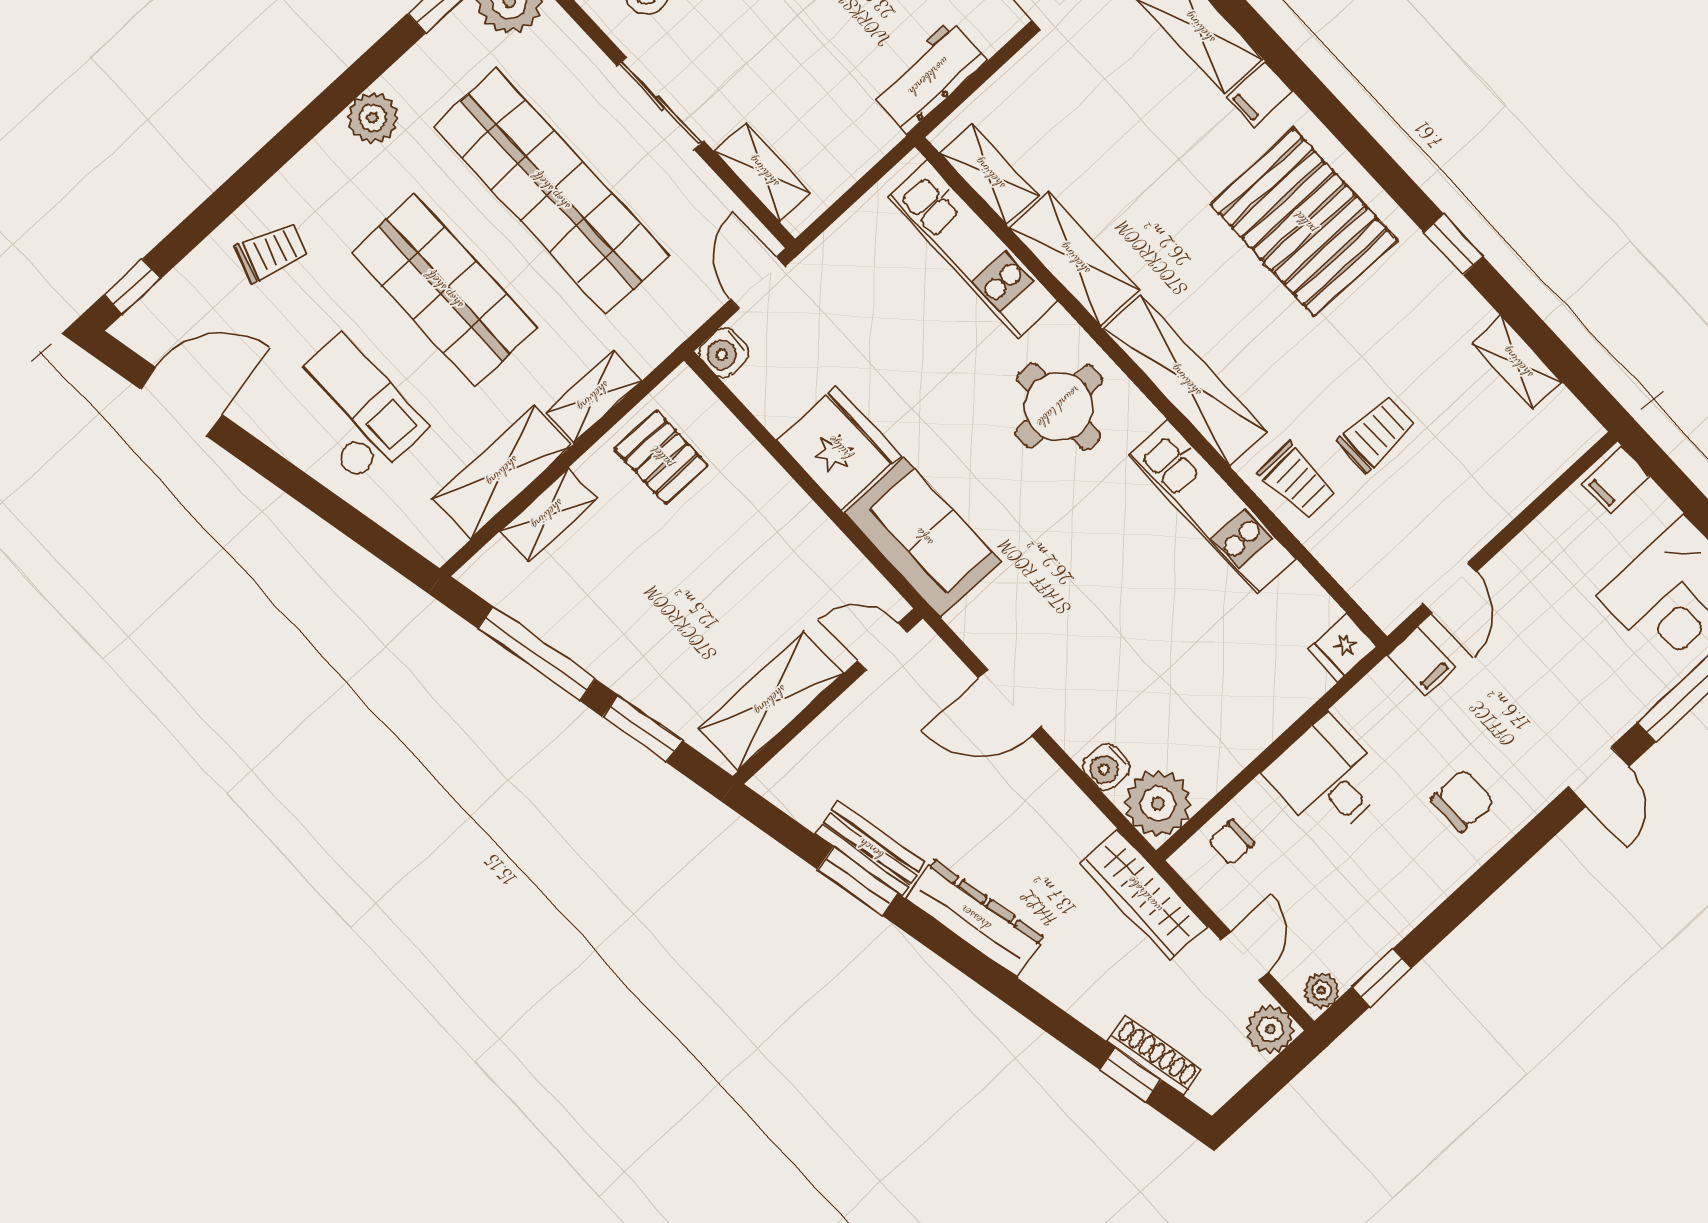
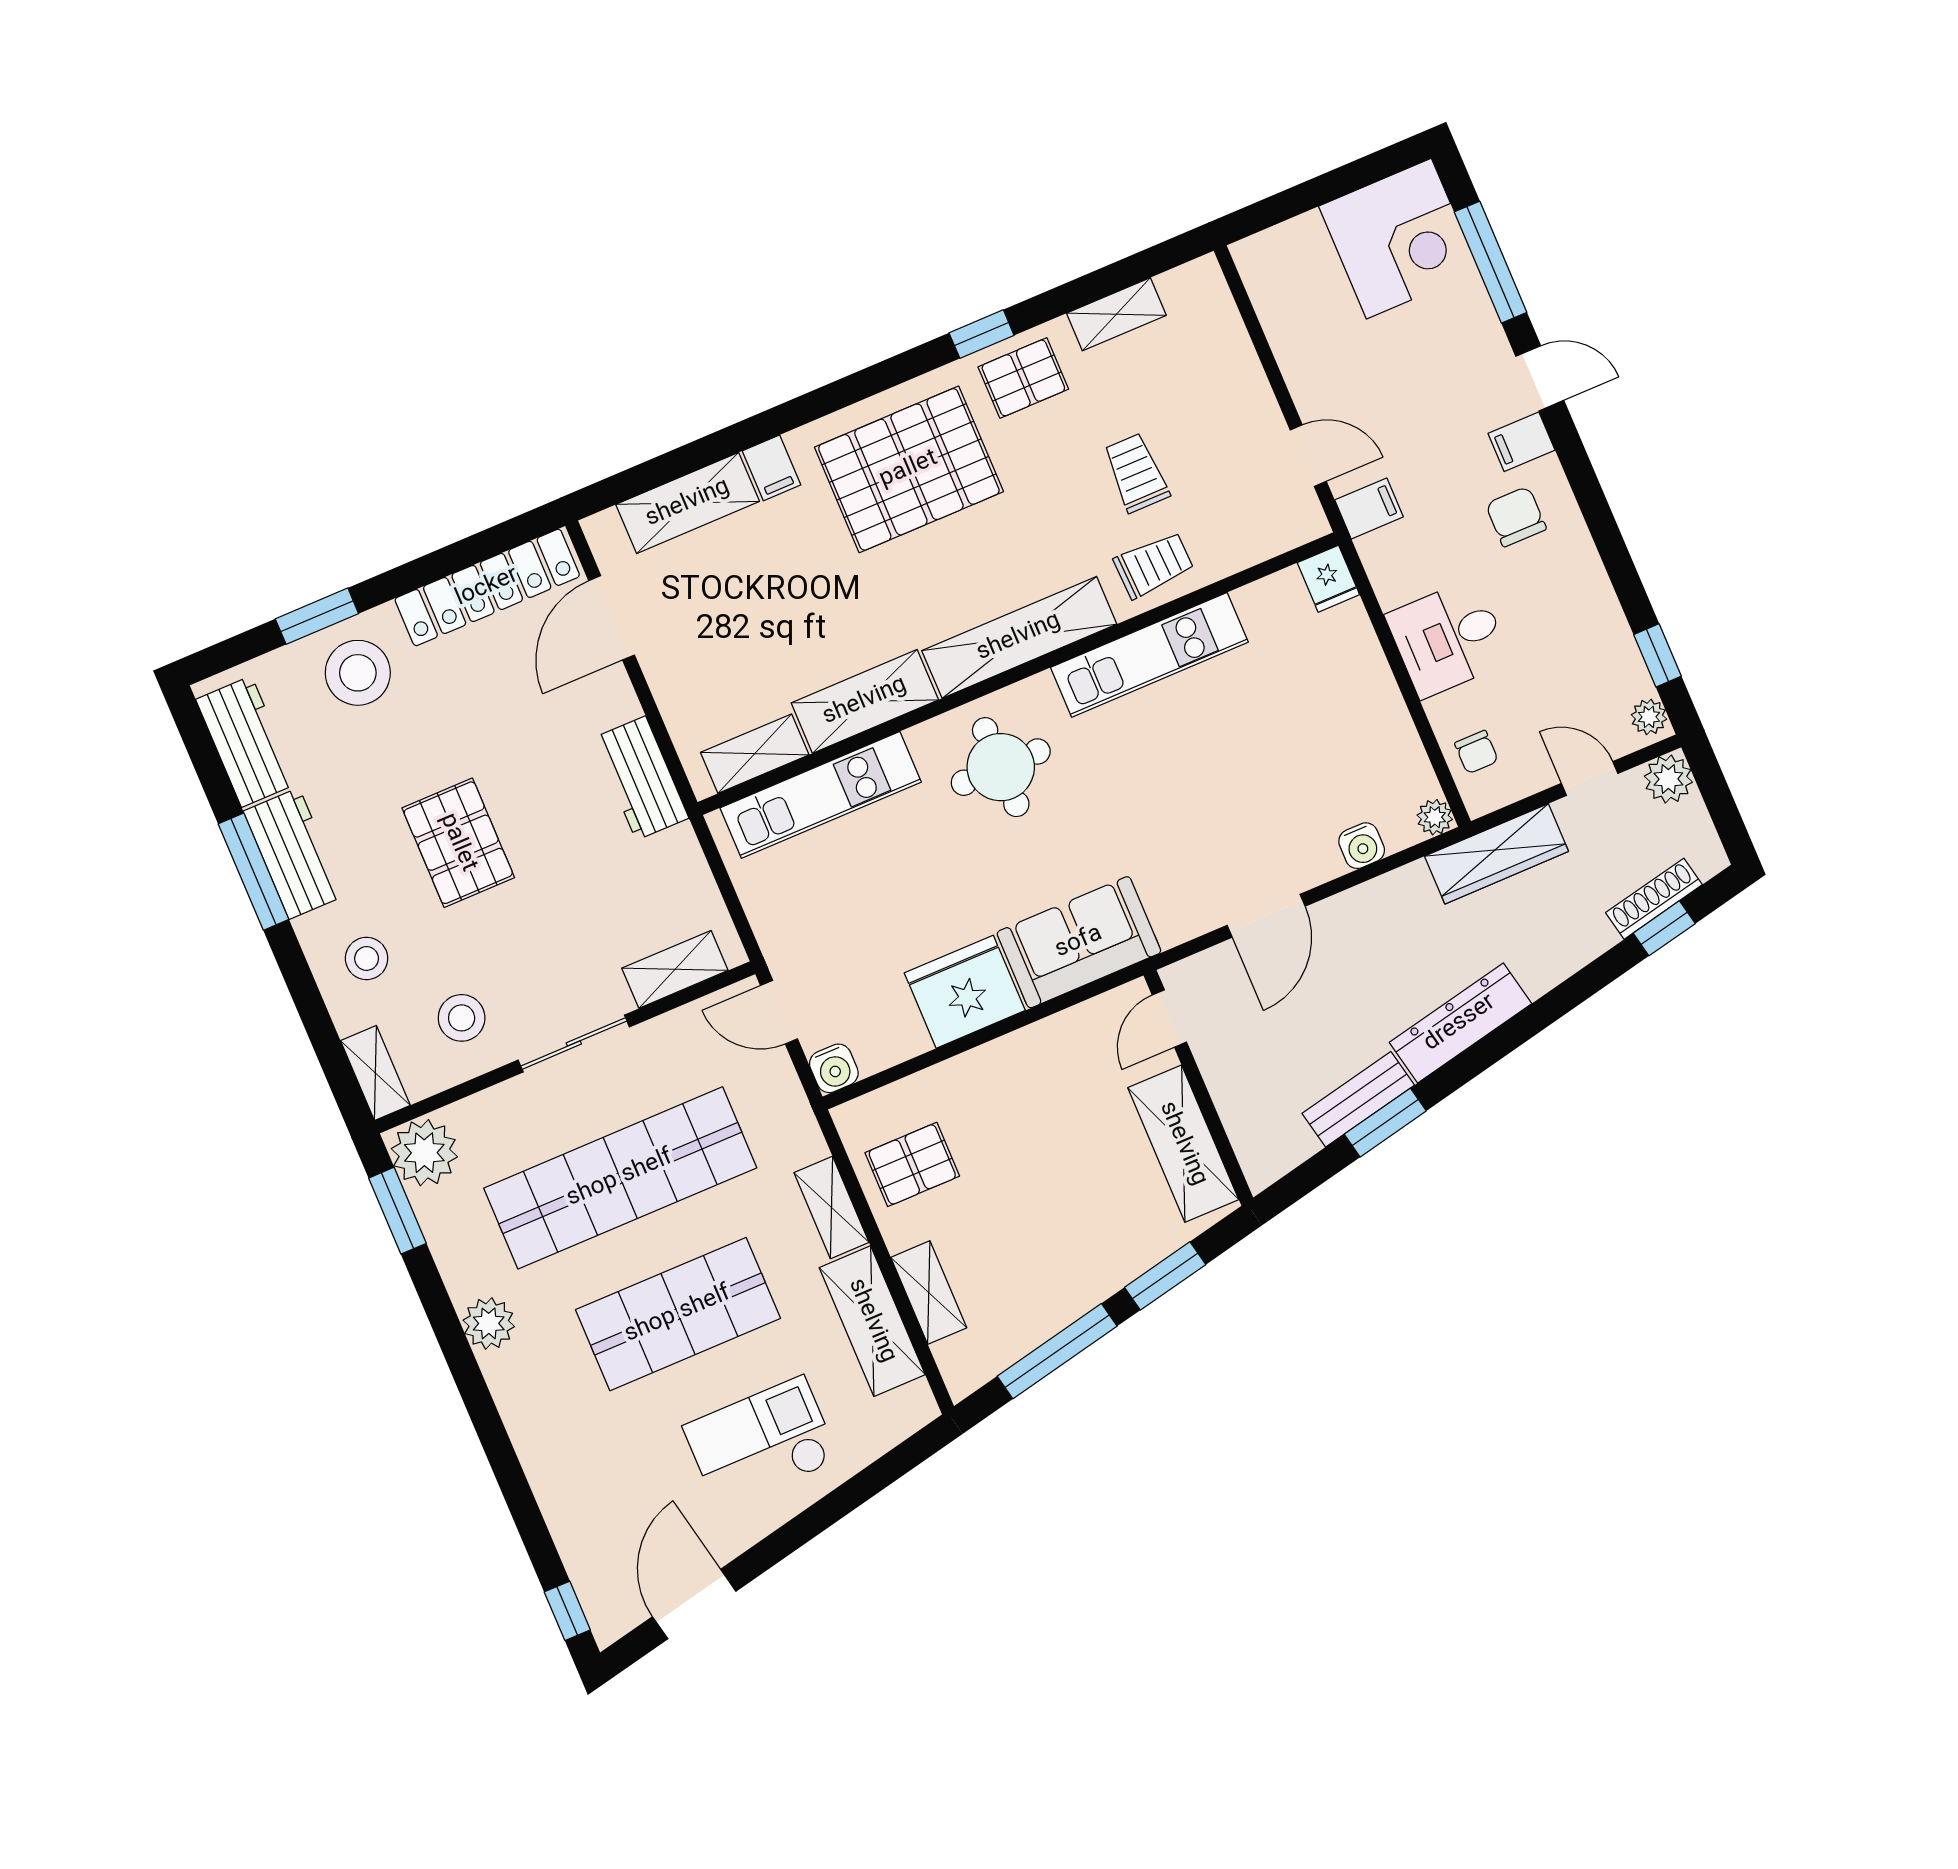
trolley: (271, 252) -> (582, 1466), removed
pallet: (1427, 298) -> (1023, 378), added
filing cabinet: (1616, 480) -> (1522, 442), moved, turned 90
plant: (1158, 804) -> (1435, 817), width x0.53, depth x0.53

